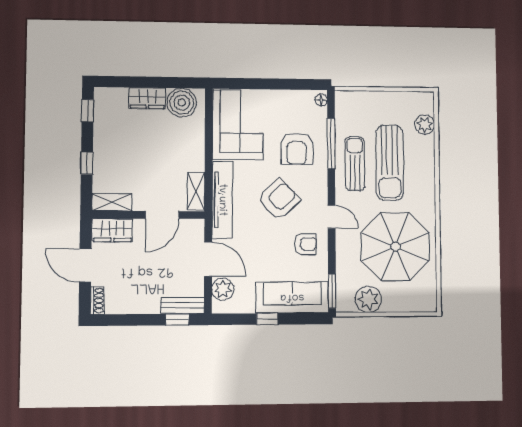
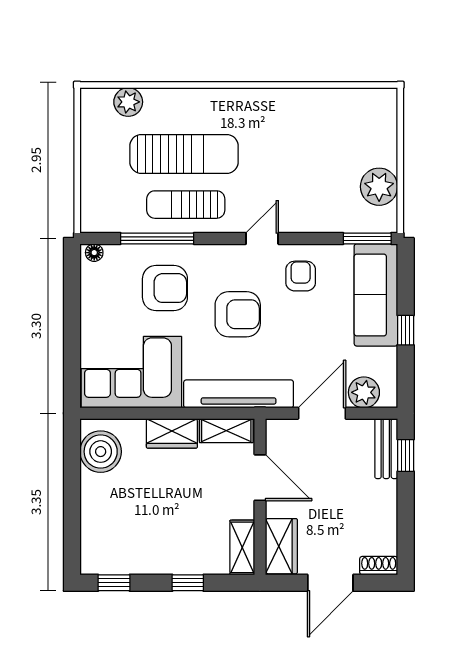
wardrobe: (147, 98) -> (172, 433), moved, turned 90
armchair: (278, 199) -> (238, 314), turned 133
parasol: (395, 247) -> (305, 147), removed

